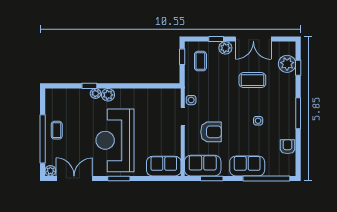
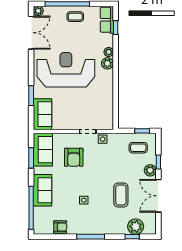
window: (89, 86) -> (116, 28), moved
row of seats: (60, 96) -> (107, 20), added
window: (119, 178) -> (31, 96), moved

